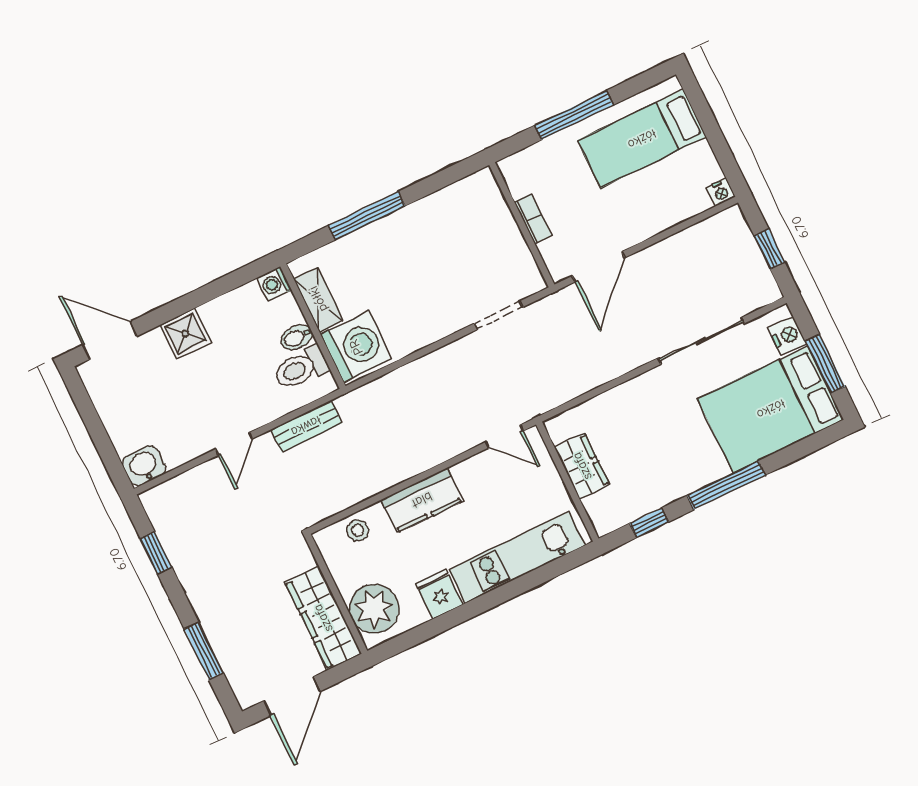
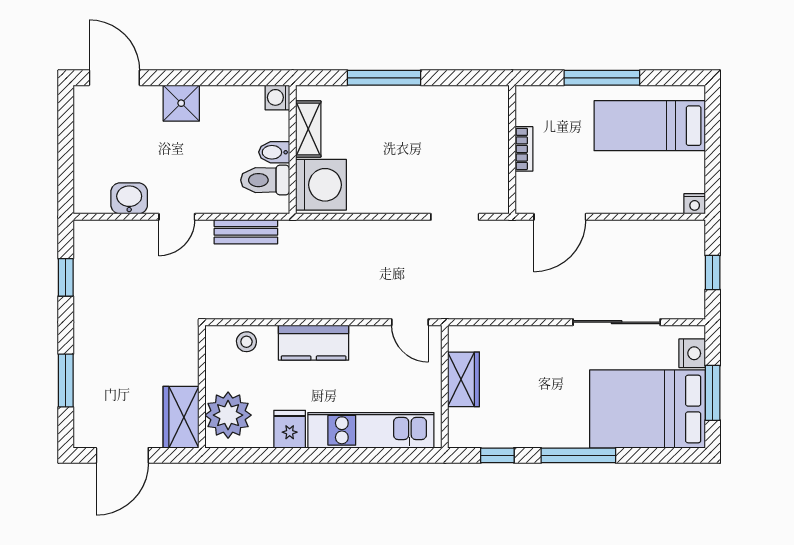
washbasin: (144, 466) -> (129, 198), moved
wardrobe: (323, 618) -> (181, 417), width x0.67

